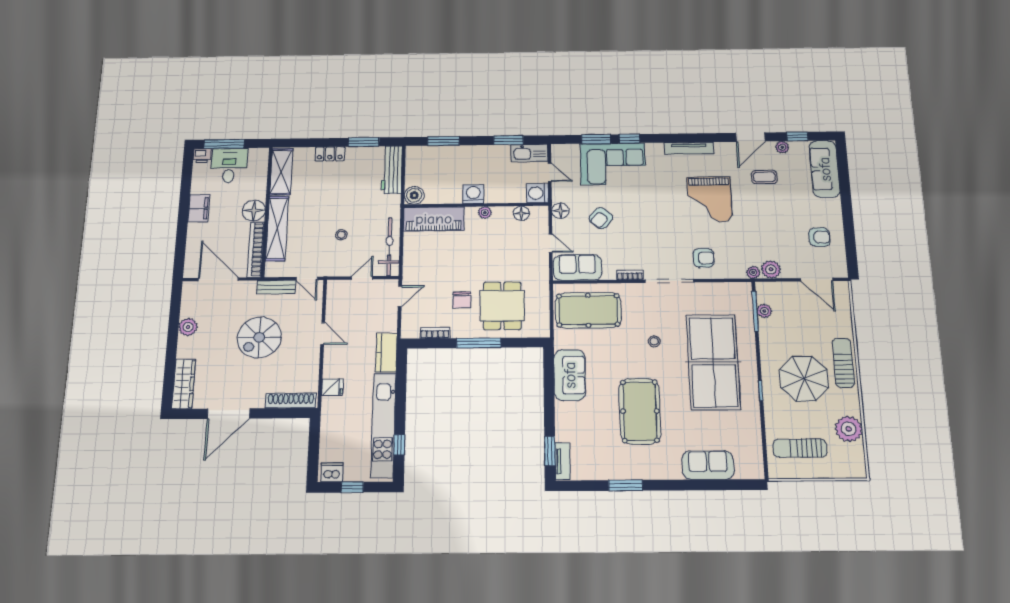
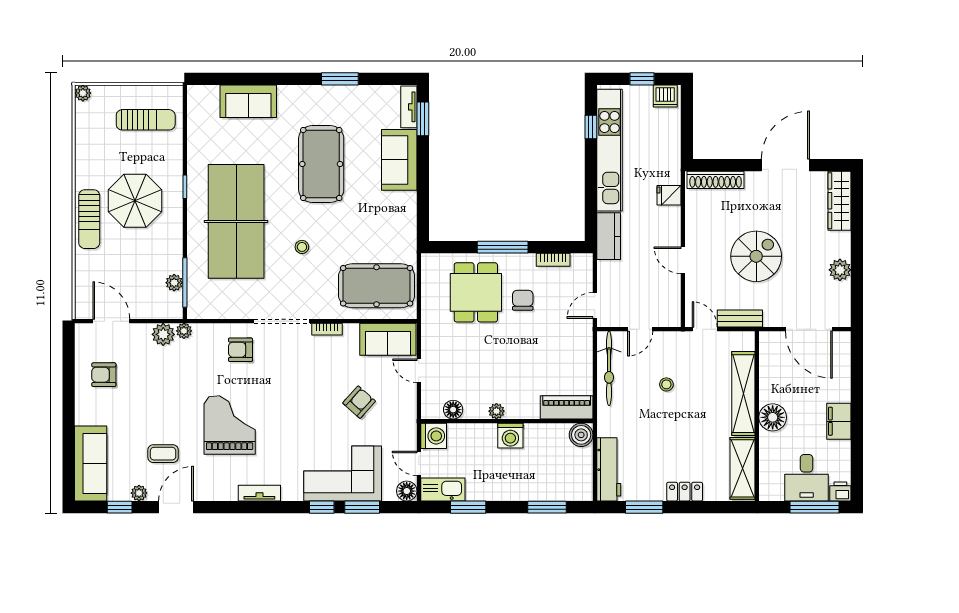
tv unit: (689, 148) -> (259, 493), width x0.71
floor lamp: (560, 211) -> (407, 491), moved
piano: (434, 219) -> (567, 407), width x0.73, depth x0.75
bookcase: (256, 250) -> (767, 367), removed
sofa: (570, 375) -> (399, 160), moved
plant: (849, 429) -> (83, 93), moved, width x0.53, depth x0.53

